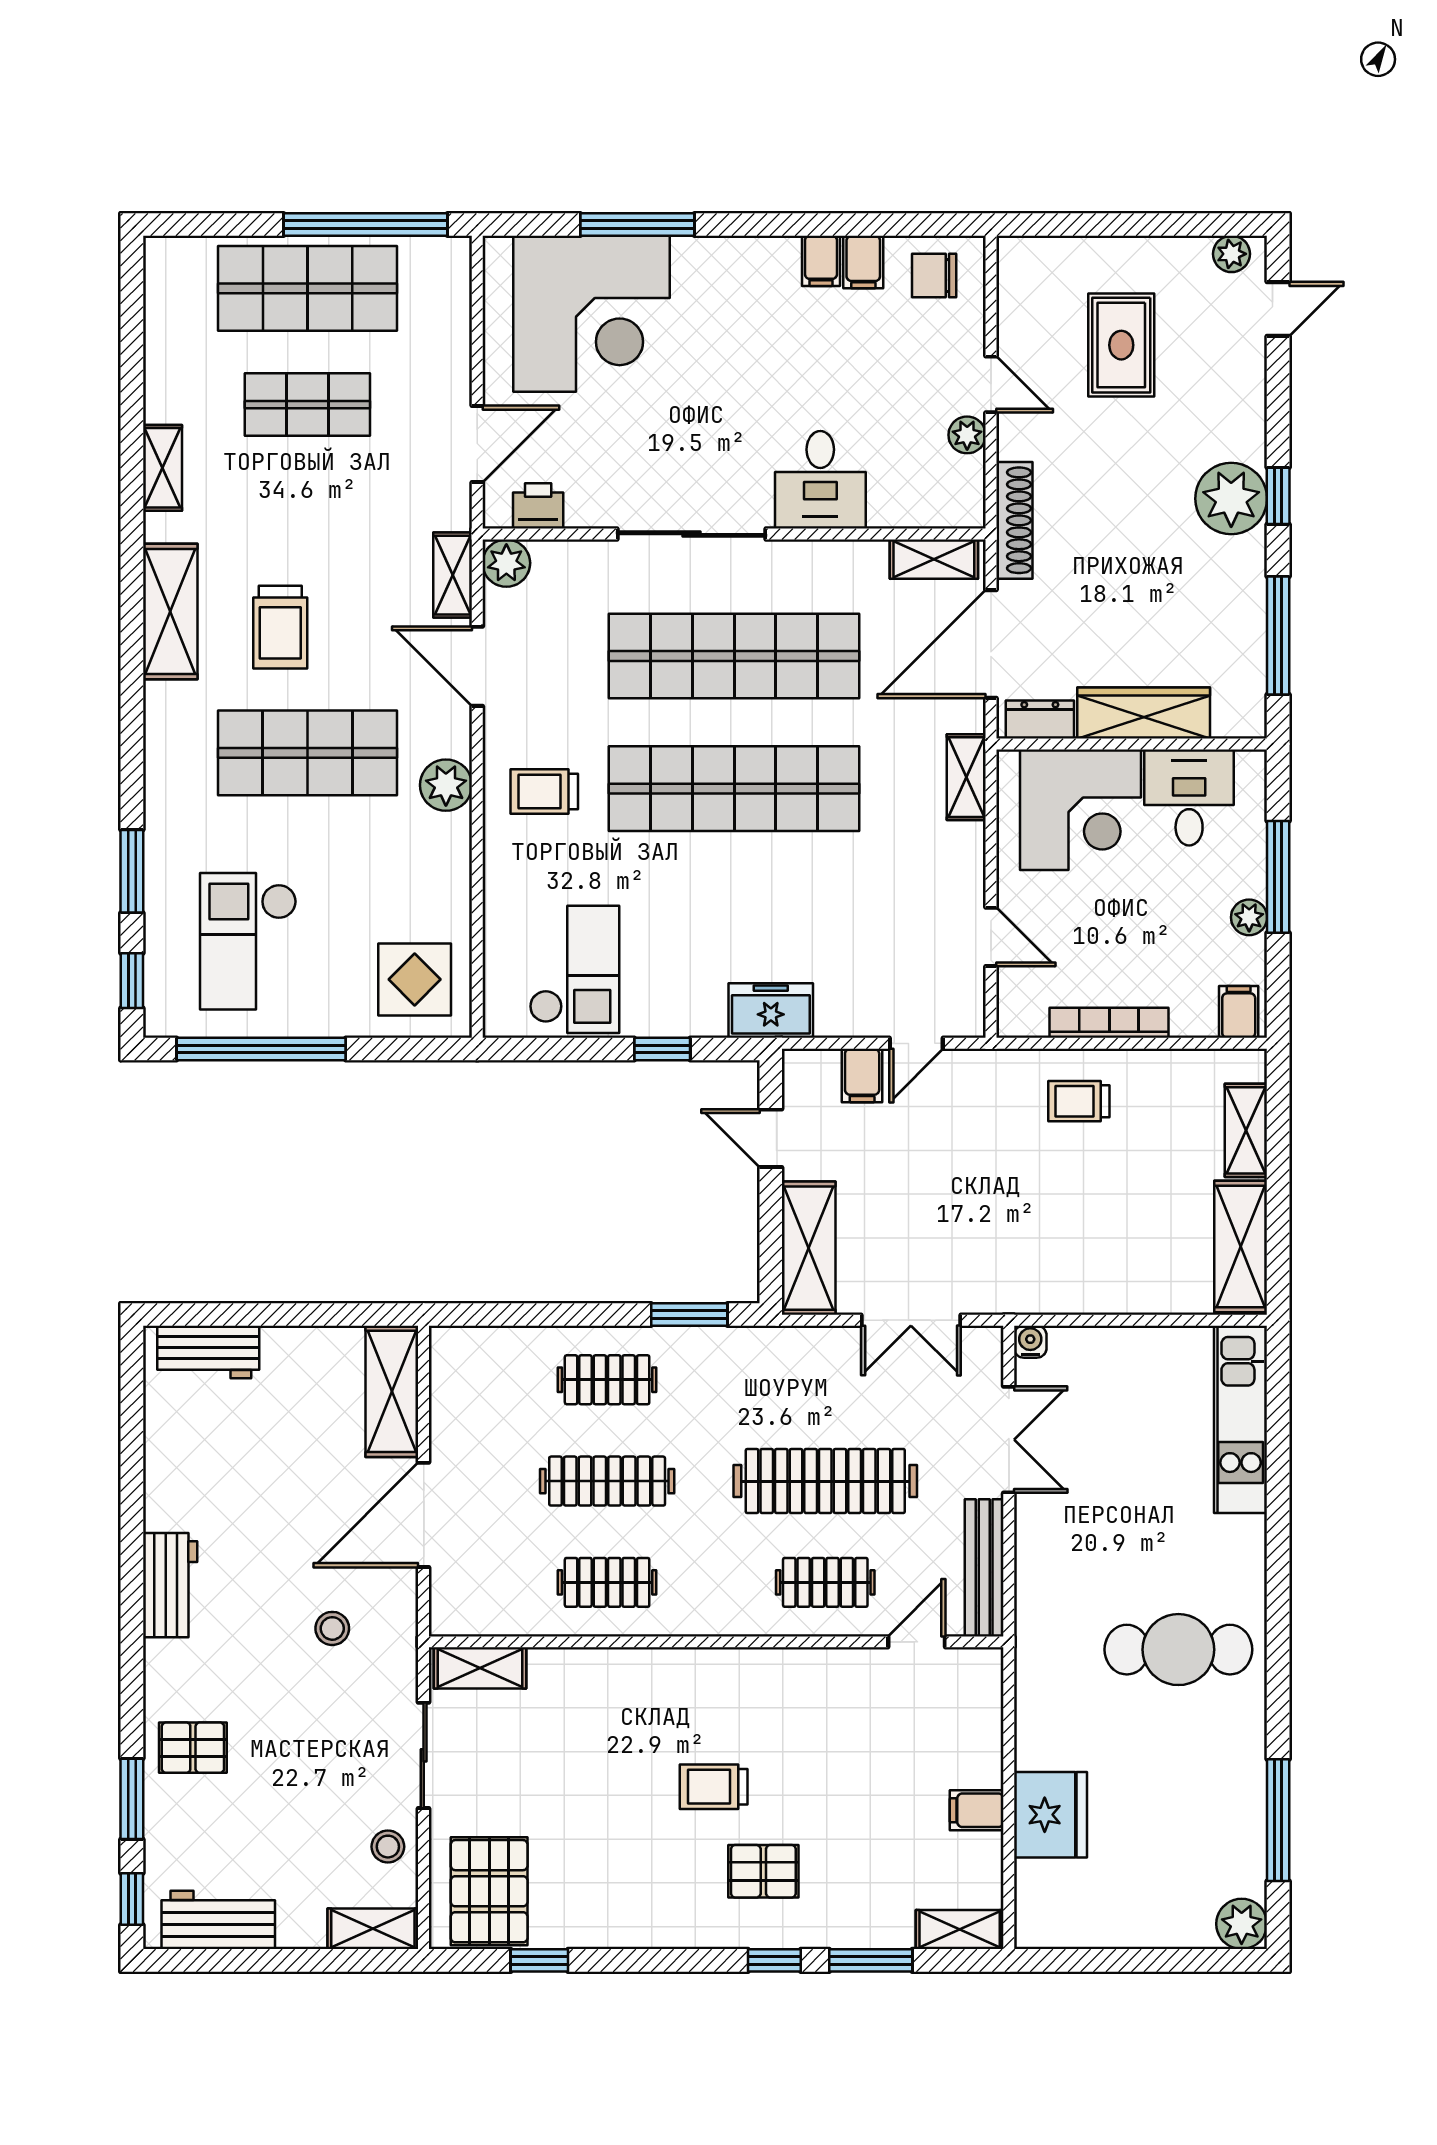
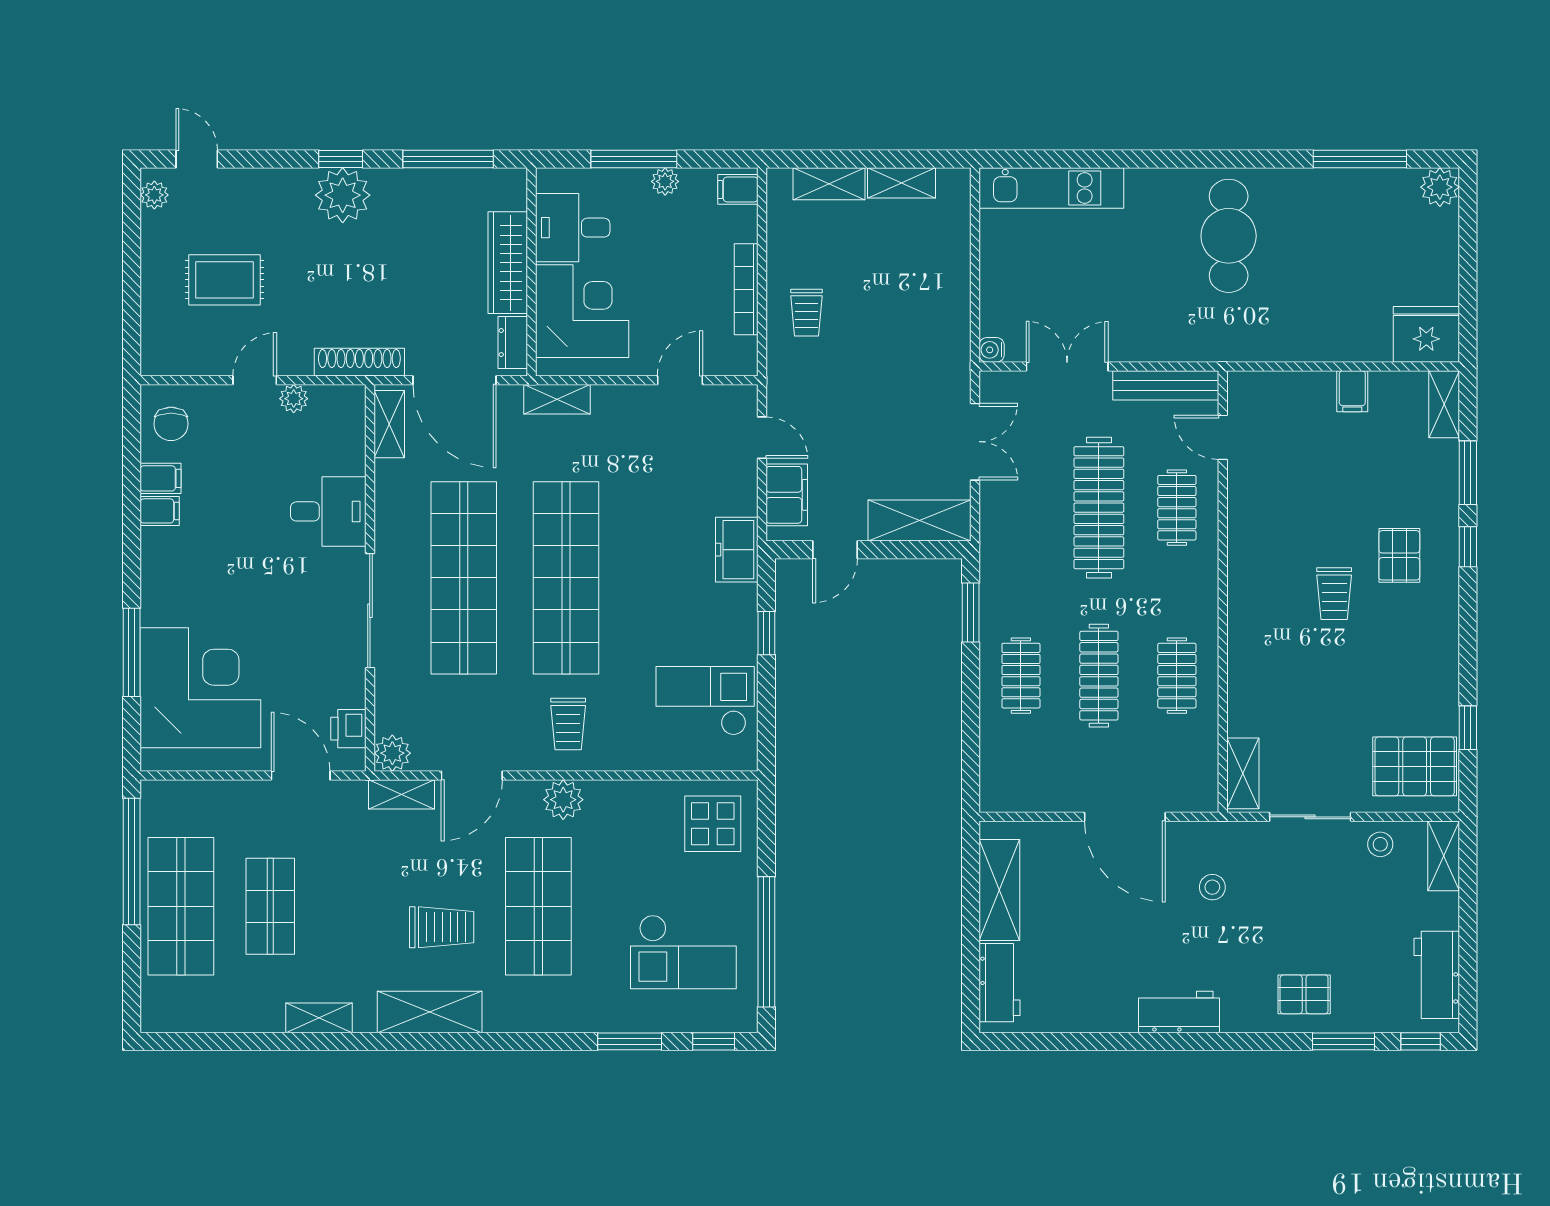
filing cabinet: (862, 1076) -> (787, 495), width x2.00
shelving: (1241, 1246) -> (901, 183), width x0.67, depth x0.75
shelving: (392, 1391) -> (999, 890), moved, turned 90
pallet: (193, 1748) -> (1304, 994), turned 90
fridge: (1050, 1815) -> (1426, 334), moved

